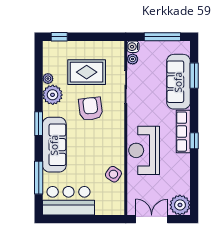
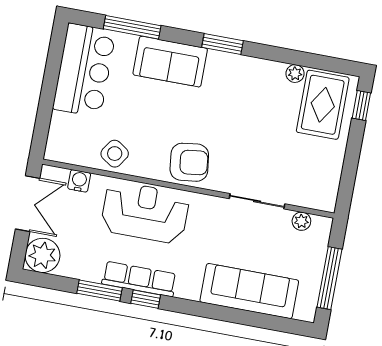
water cooler: (133, 47) -> (79, 181), moved
rug: (87, 72) -> (323, 105), moved
window: (194, 76) -> (99, 290), moved
plant: (53, 95) -> (266, 76), removed
armchair: (91, 109) -> (189, 162), moved
row of seats: (183, 132) -> (139, 279), moved
sofa: (54, 145) -> (170, 62), width x0.73

